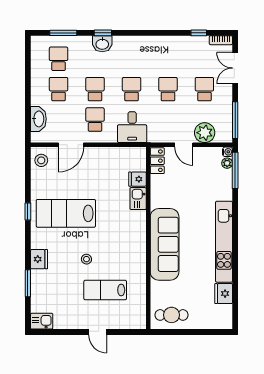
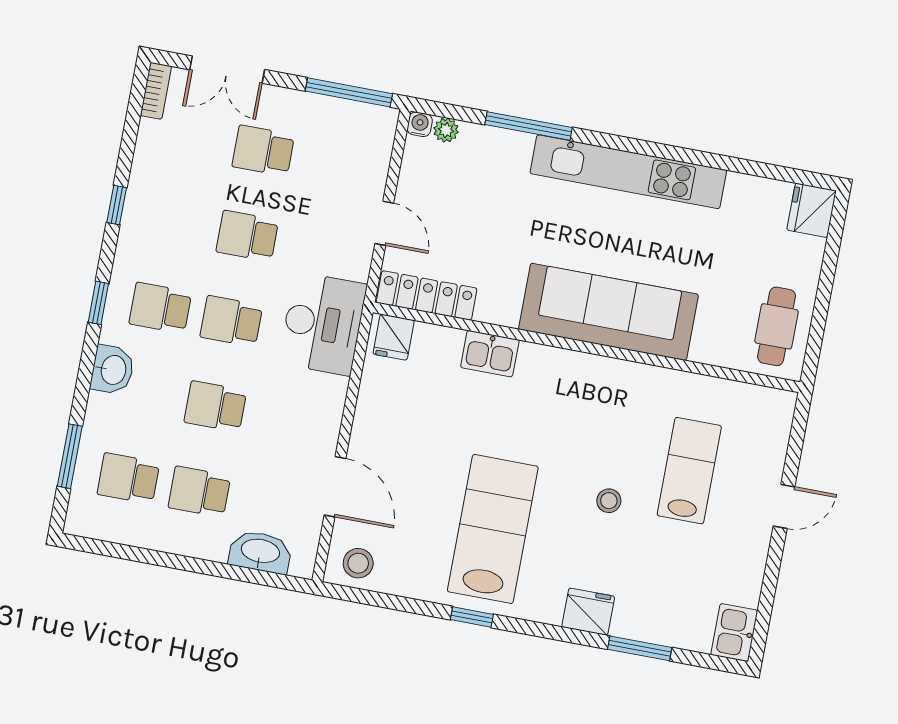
window: (103, 33) -> (98, 303), moved
window: (199, 33) -> (117, 205), moved
school desk: (95, 120) -> (160, 308), moved
desk: (132, 127) -> (323, 324), width x1.37
plant: (205, 133) -> (365, 169), removed
door: (184, 145) -> (384, 223), hinge flipped
locker: (157, 161) -> (427, 295), width x1.53
window: (235, 170) -> (529, 126), moved
fridge: (137, 179) -> (394, 337), moved
lab bench: (66, 213) -> (493, 529), turned 180
lab bench: (105, 290) -> (689, 471), turned 180
fridge: (224, 294) -> (812, 210), moved, turned 90

